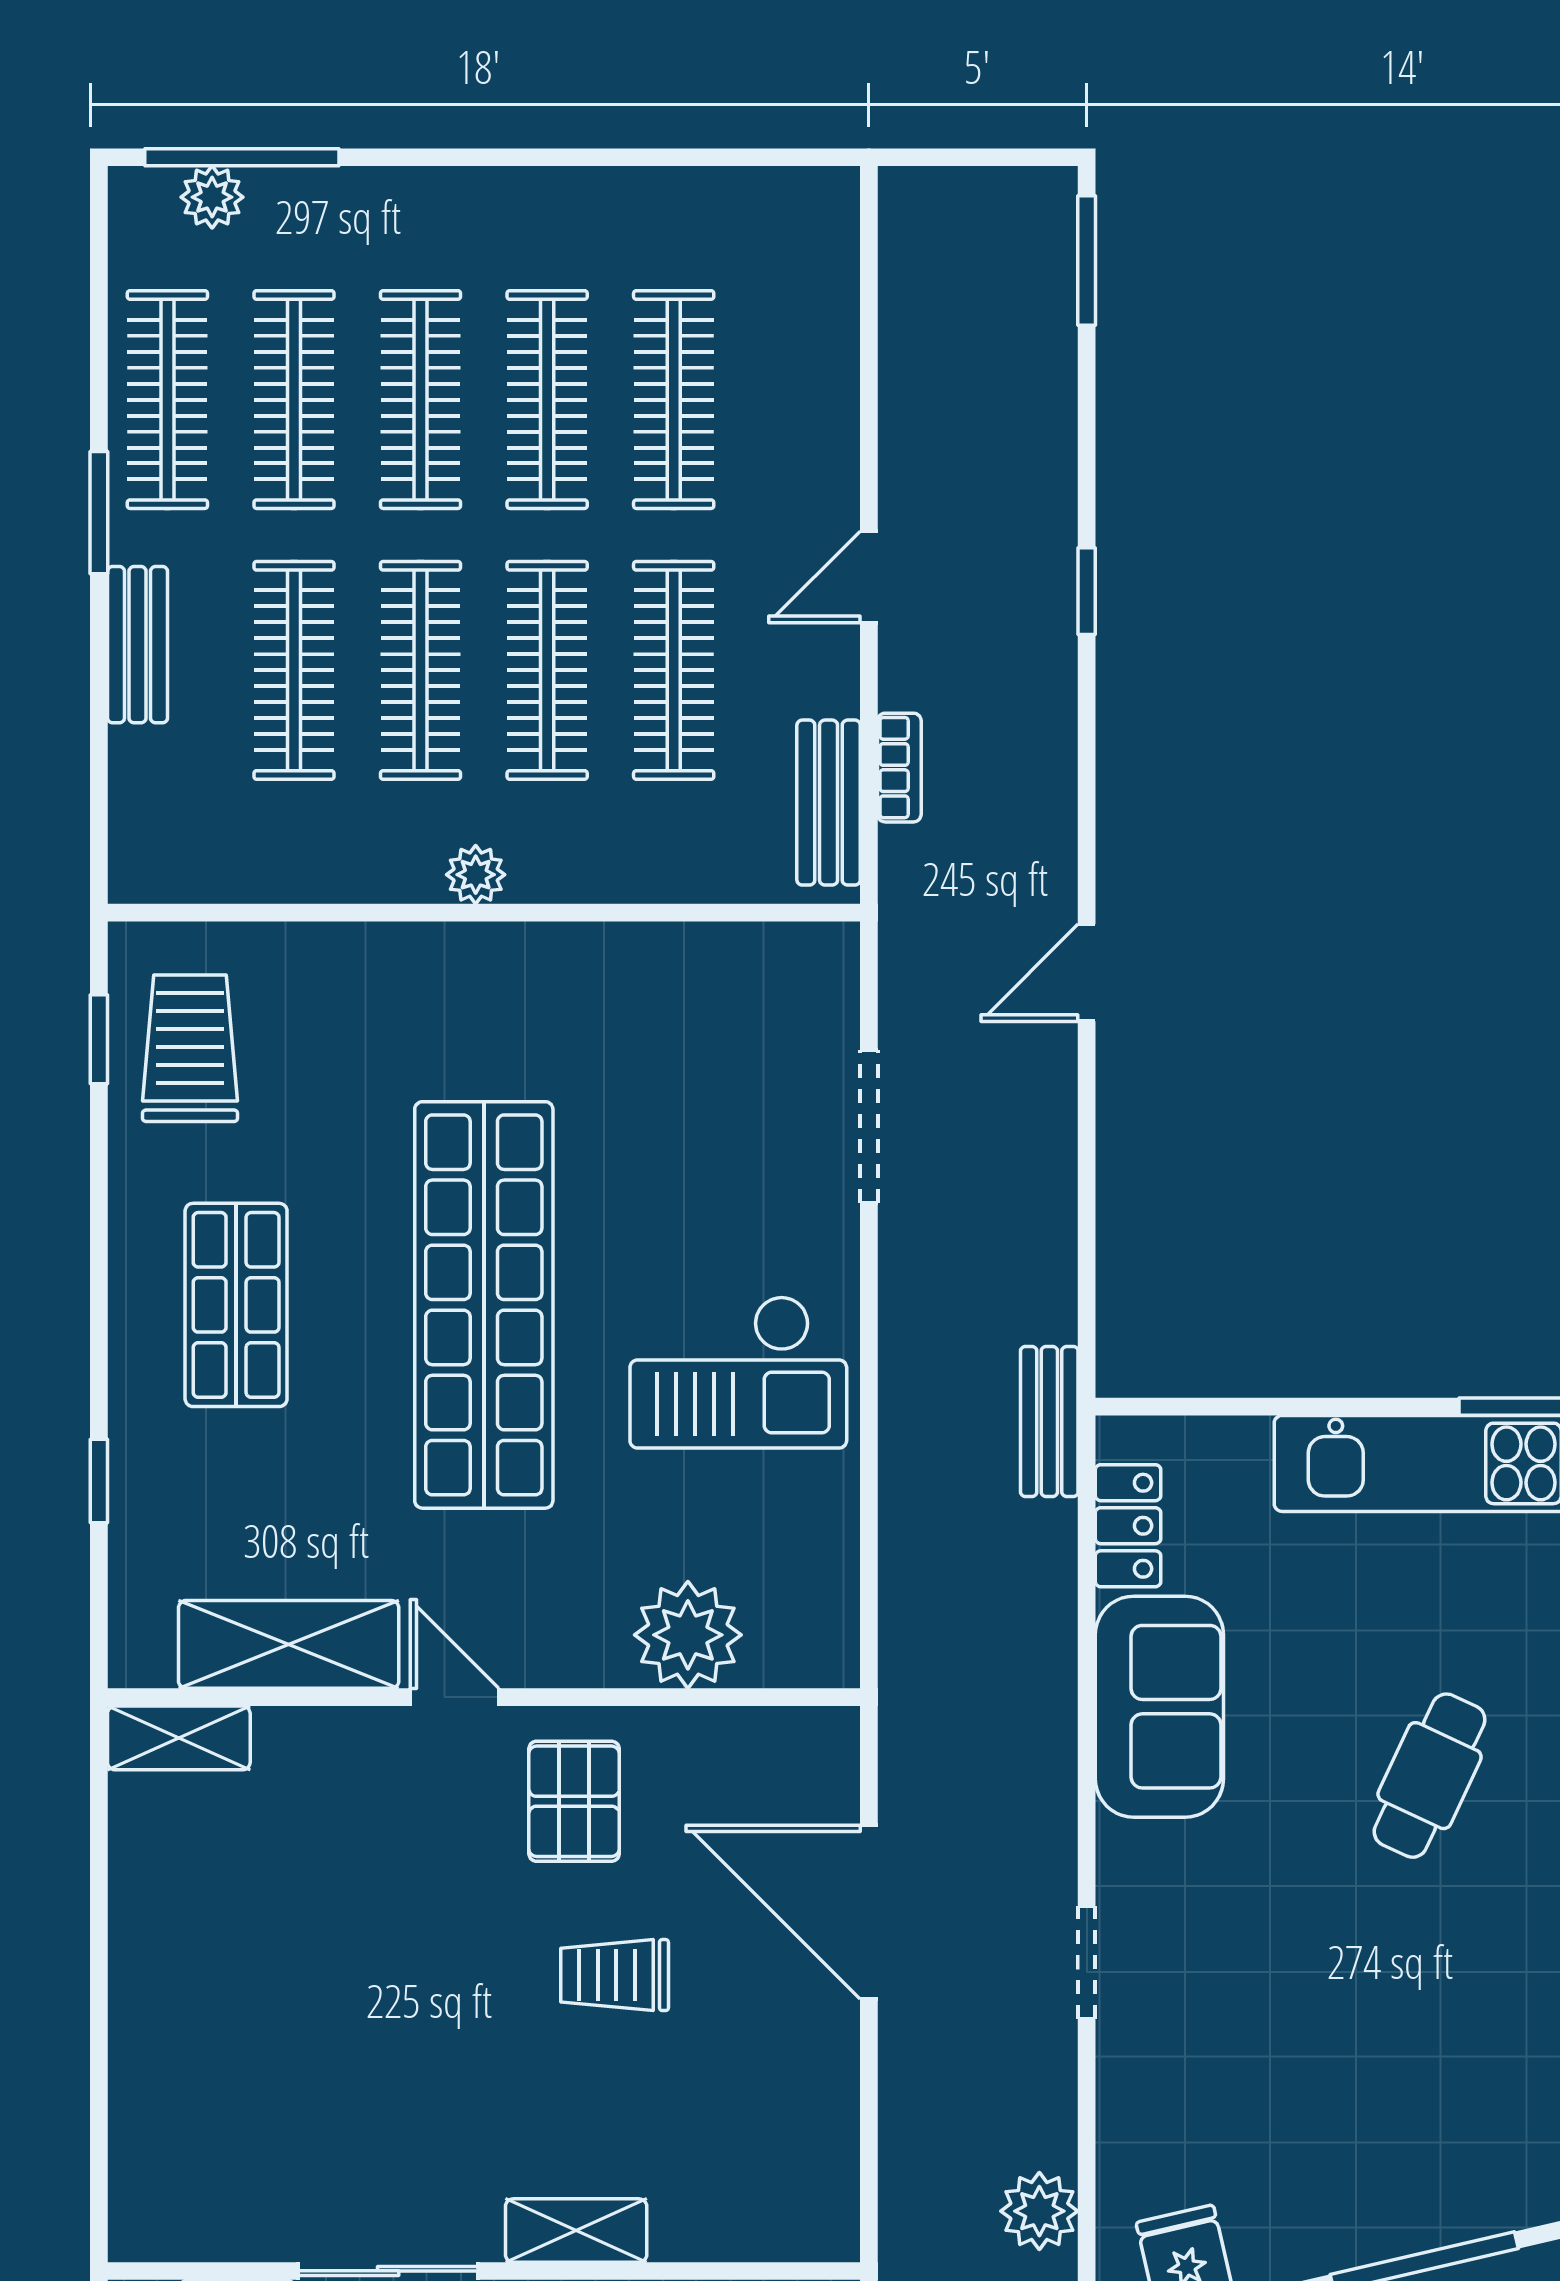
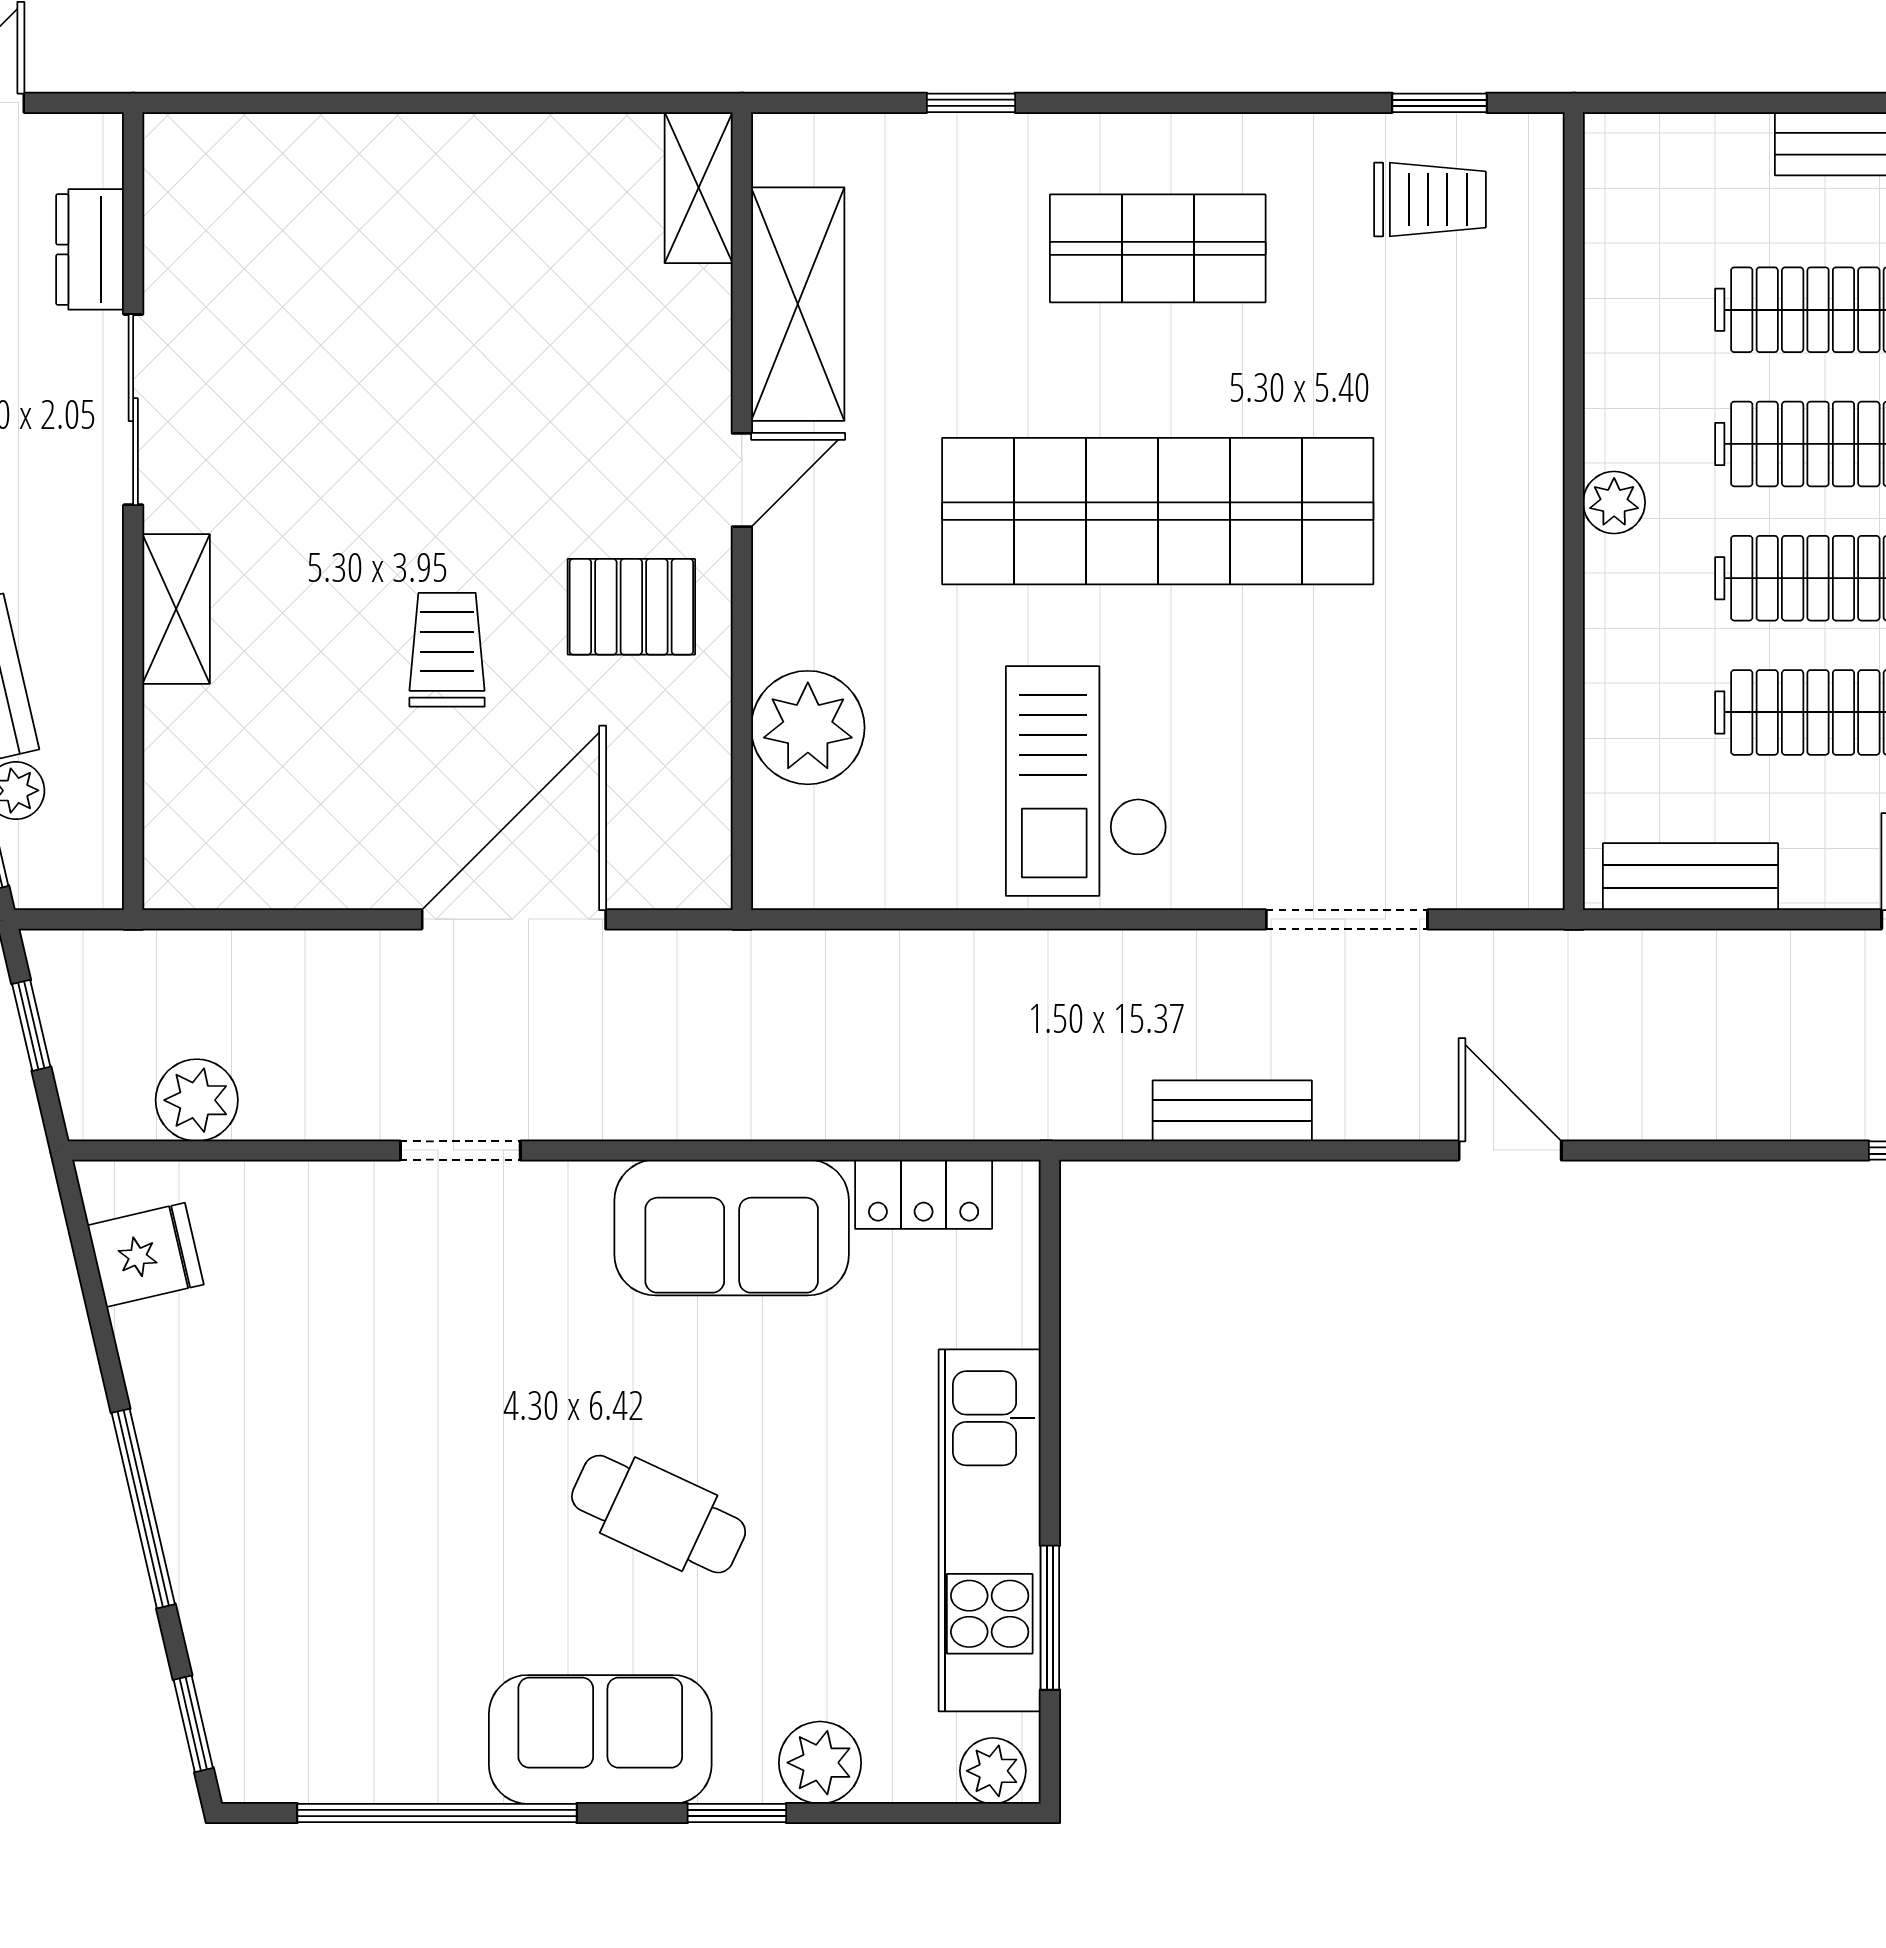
bookcase: (899, 768) -> (1728, 952), removed
trolley: (190, 1048) -> (1430, 199), width x0.73, depth x0.72
bench: (1049, 1421) -> (1232, 1111), moved

